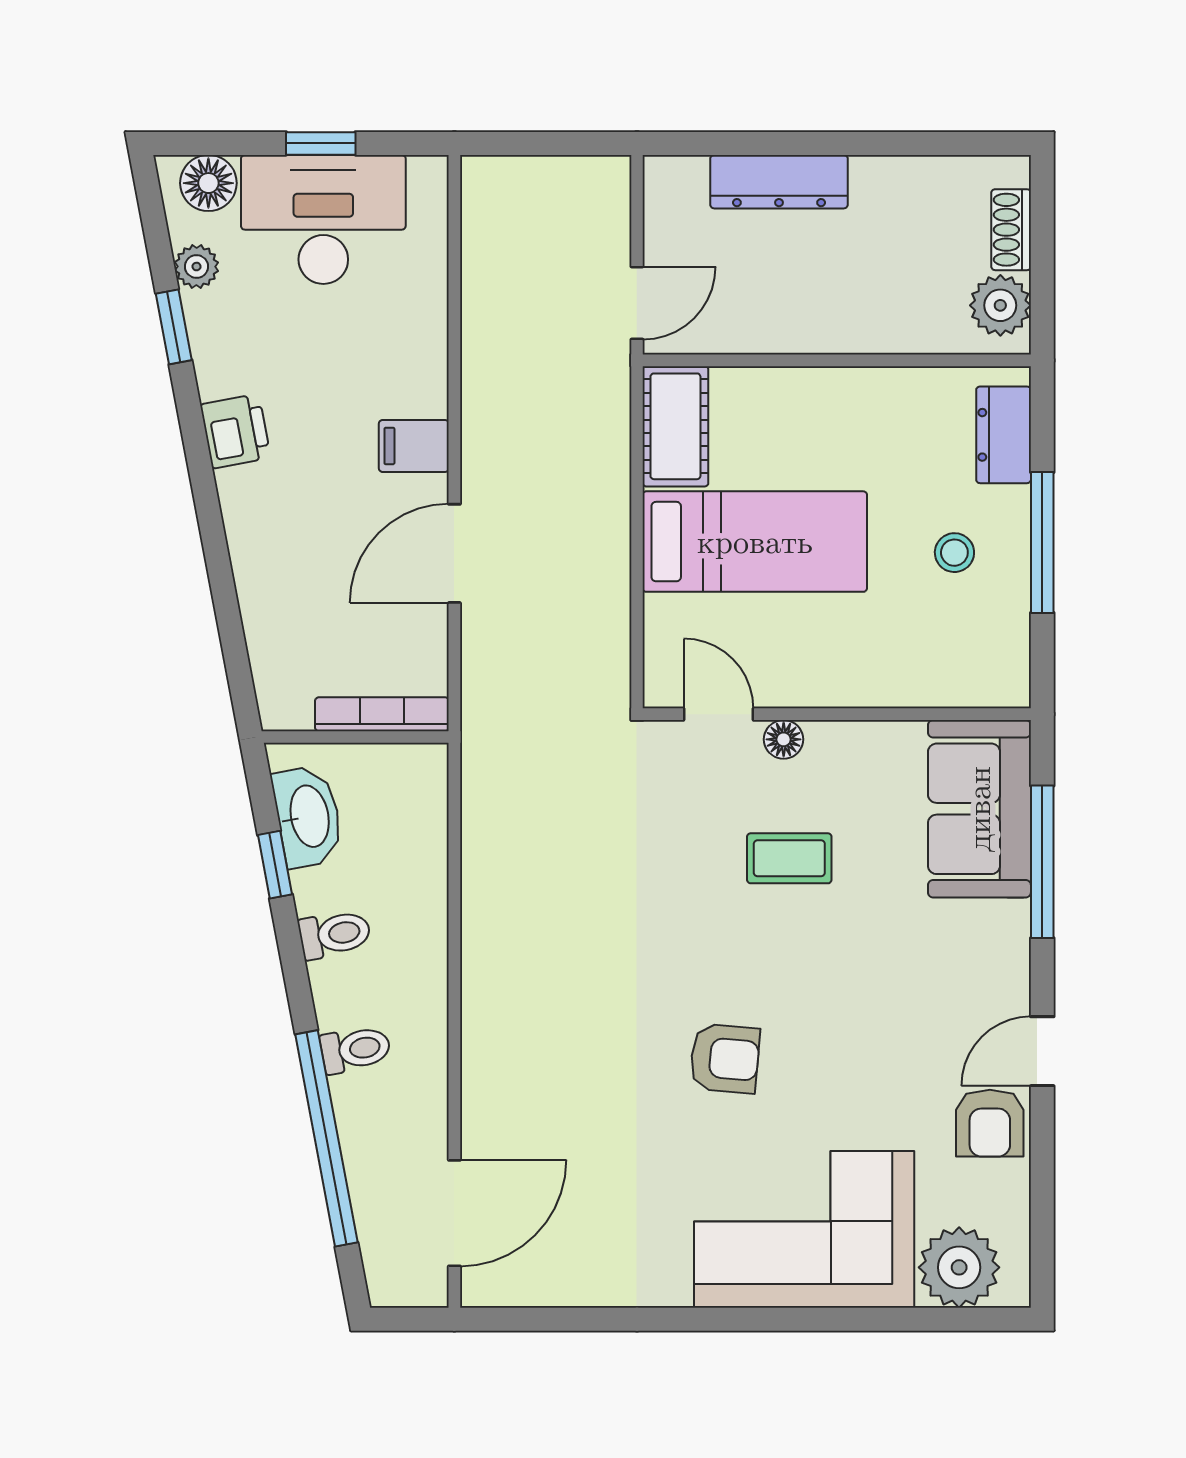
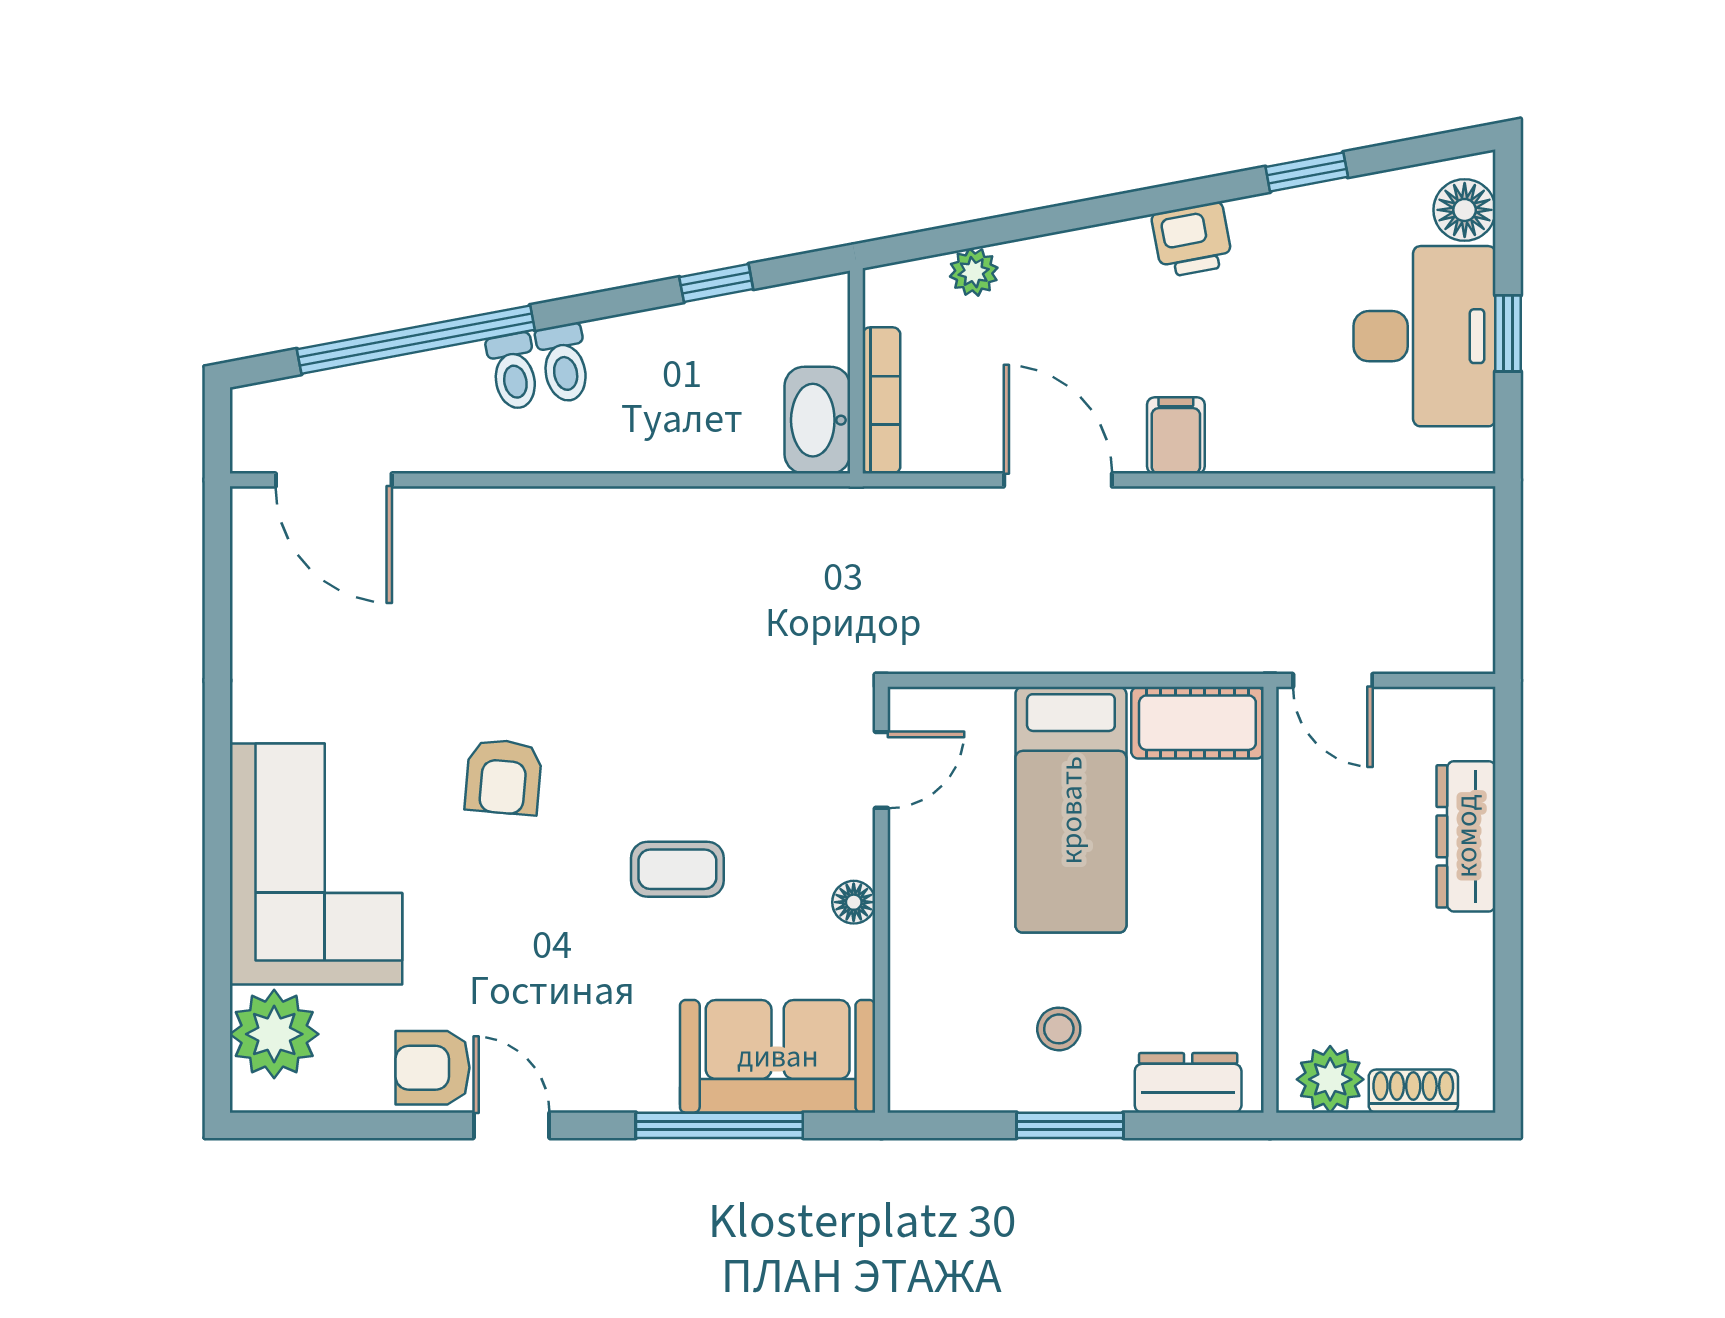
plant: (197, 267) -> (974, 272), moved
window: (1042, 543) -> (1070, 1125), width x0.69
floor lamp: (784, 739) -> (854, 902), moved
washbasin: (308, 817) -> (817, 420), moved, turned 101
coffee table: (789, 858) -> (677, 869), moved, turned 90
toilet: (335, 934) -> (564, 363), moved

